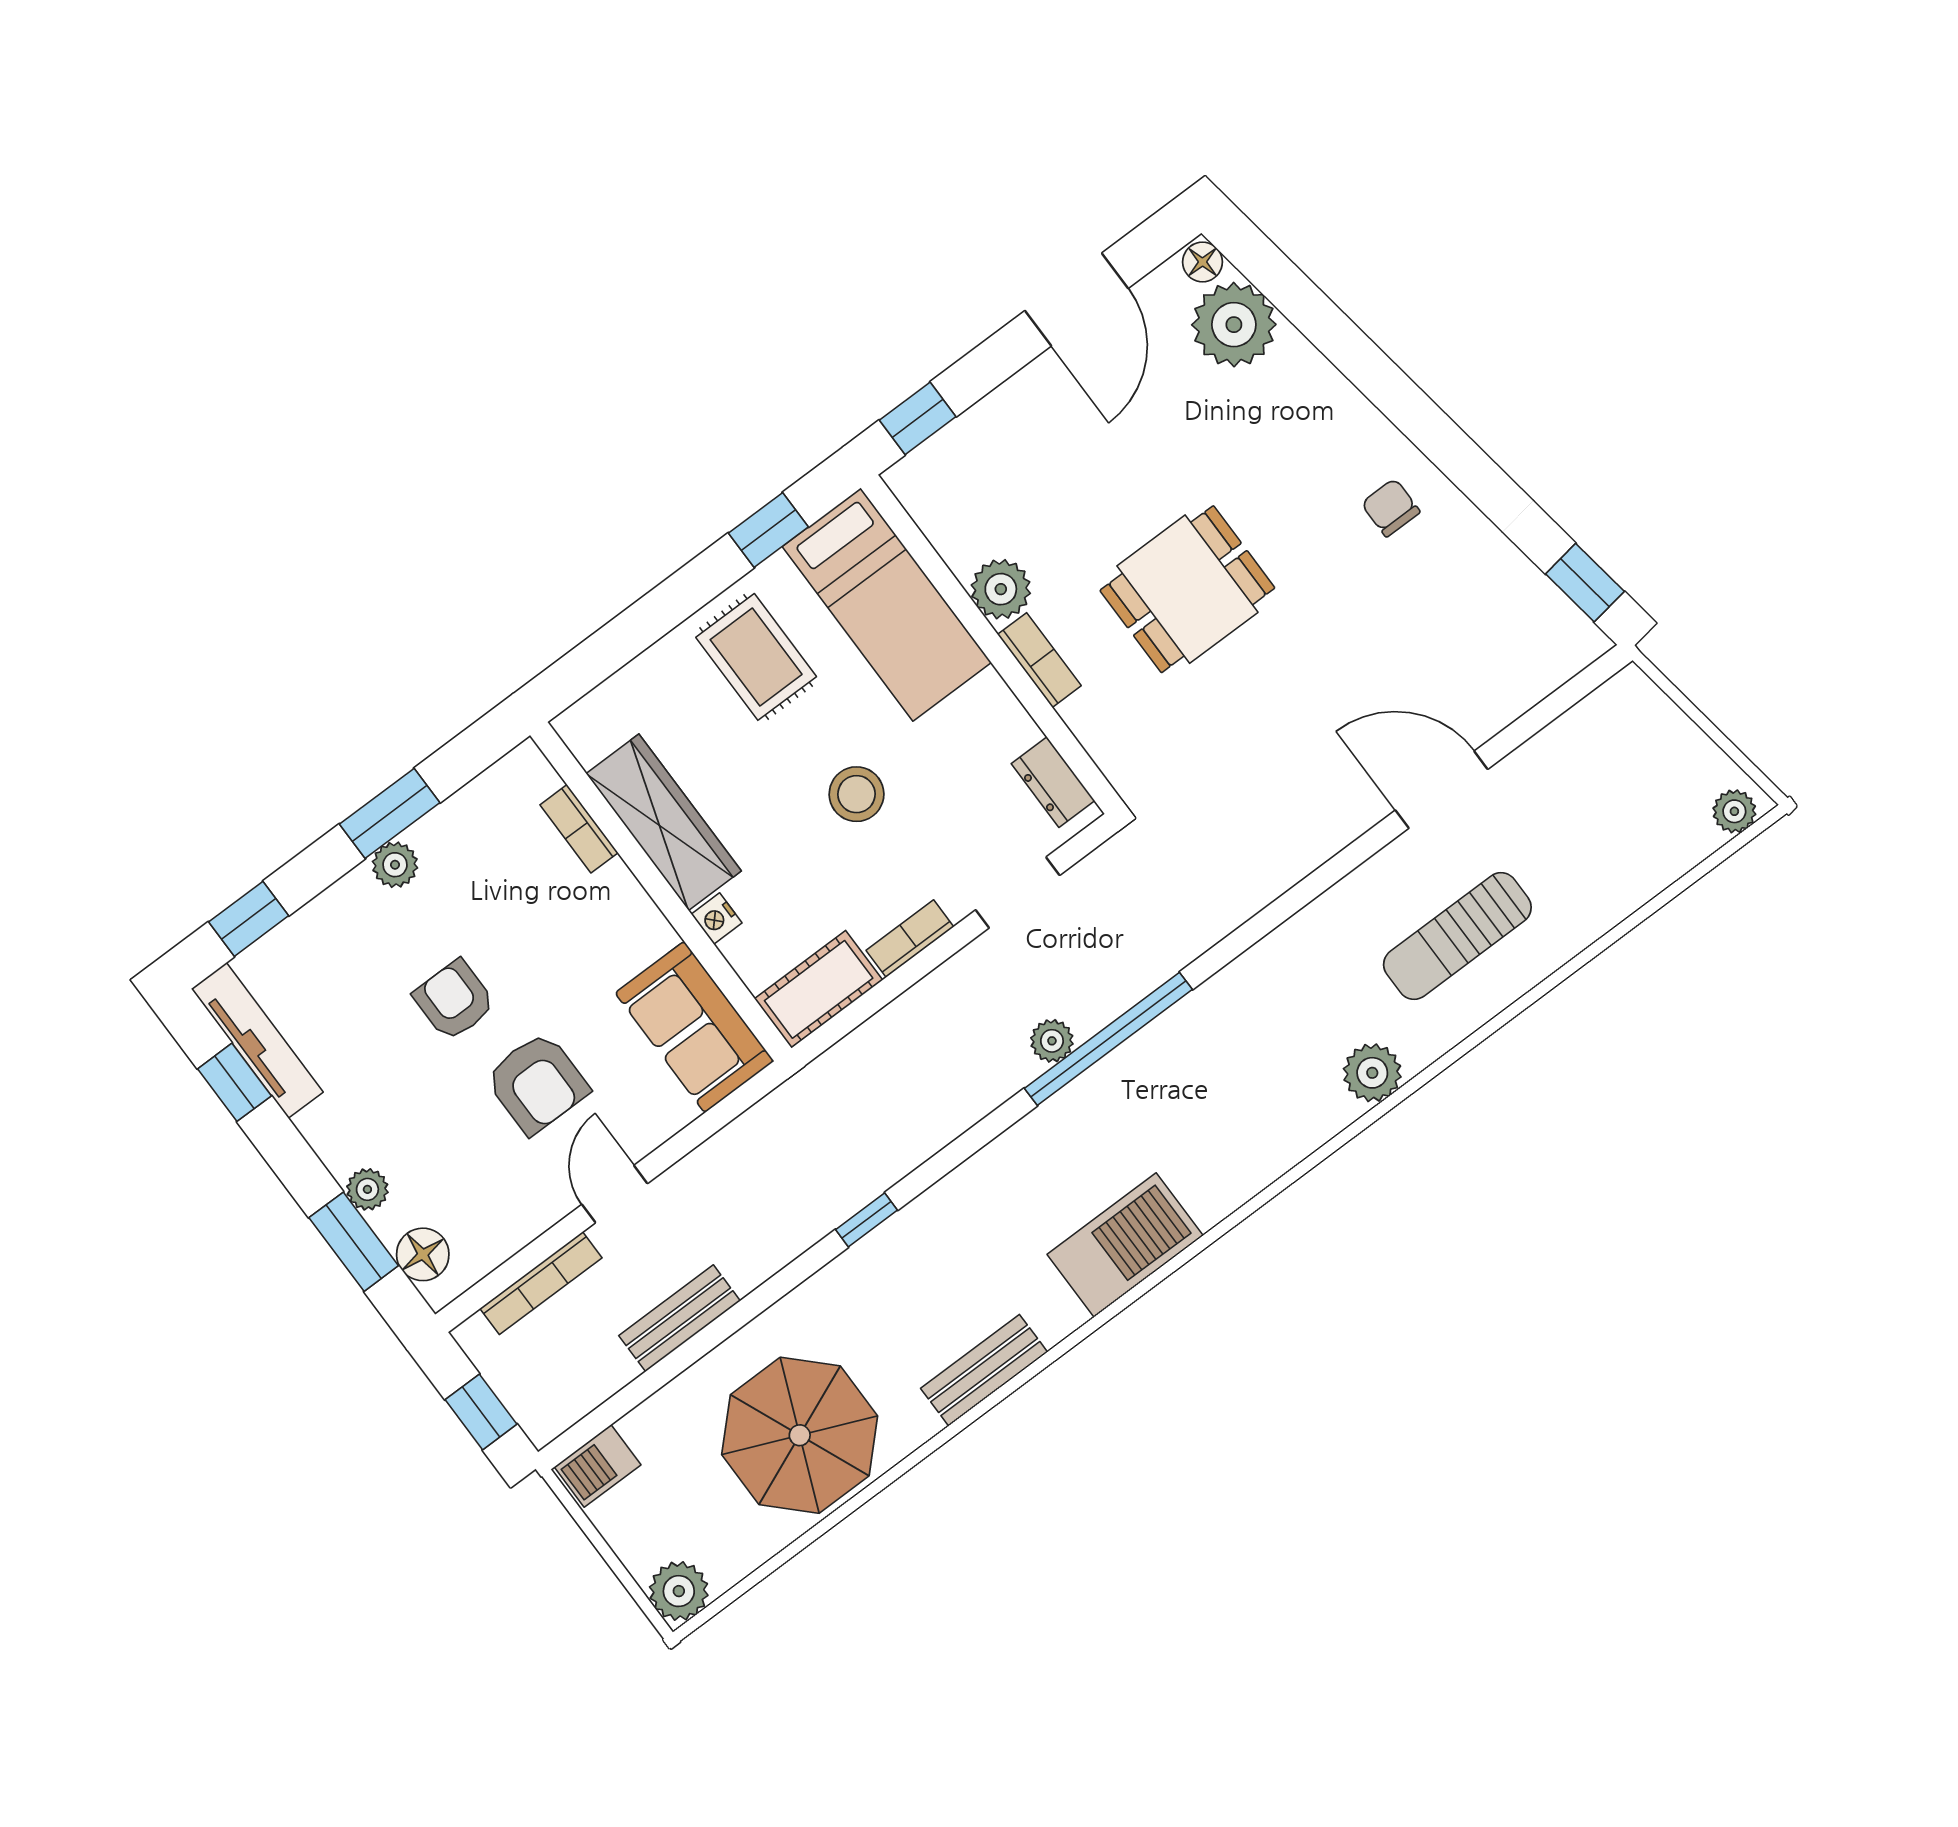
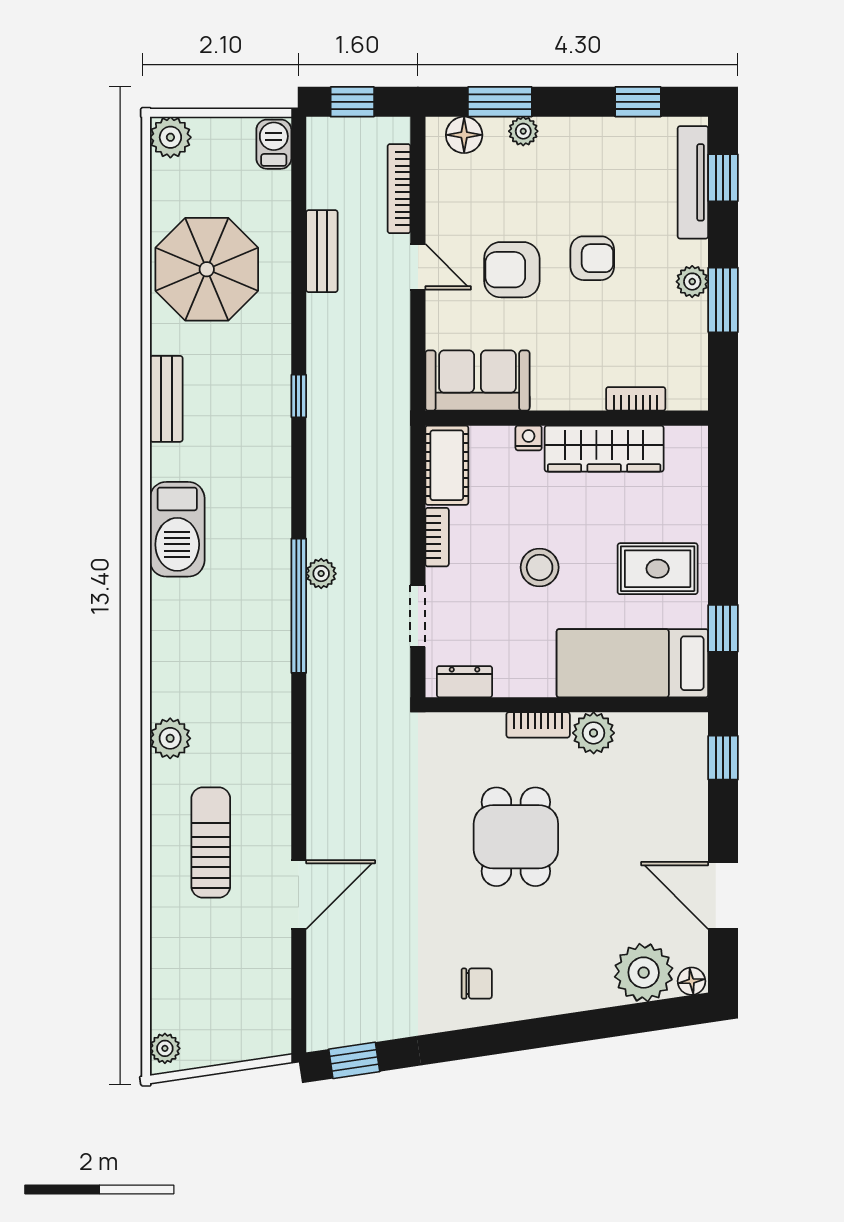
tv unit: (257, 1040) -> (693, 182), moved, turned 90

